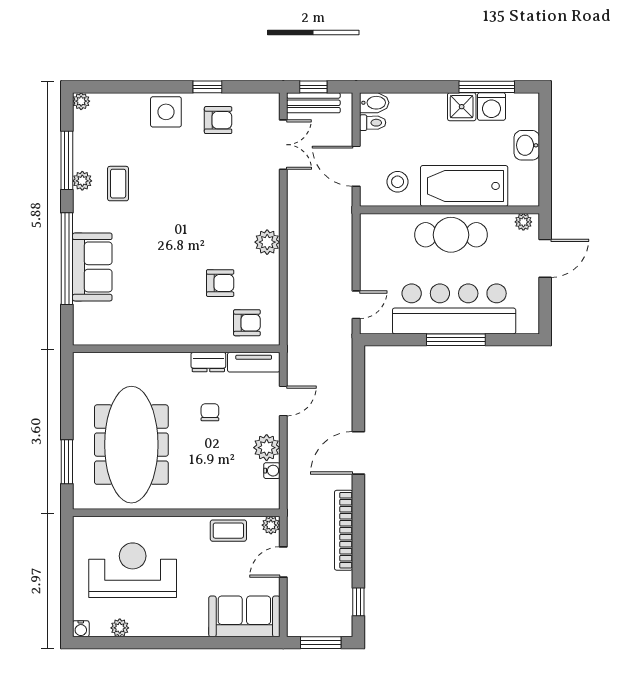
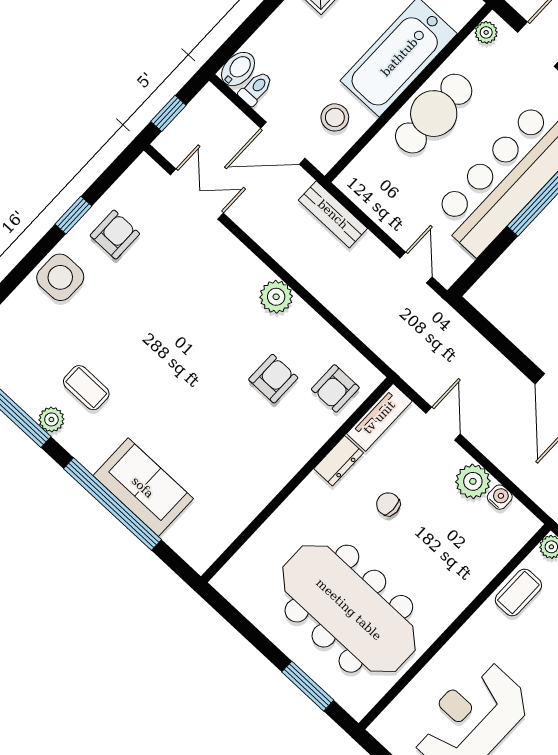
bench: (313, 103) -> (333, 214), moved, turned 90
armchair: (247, 323) -> (335, 388), turned 180

